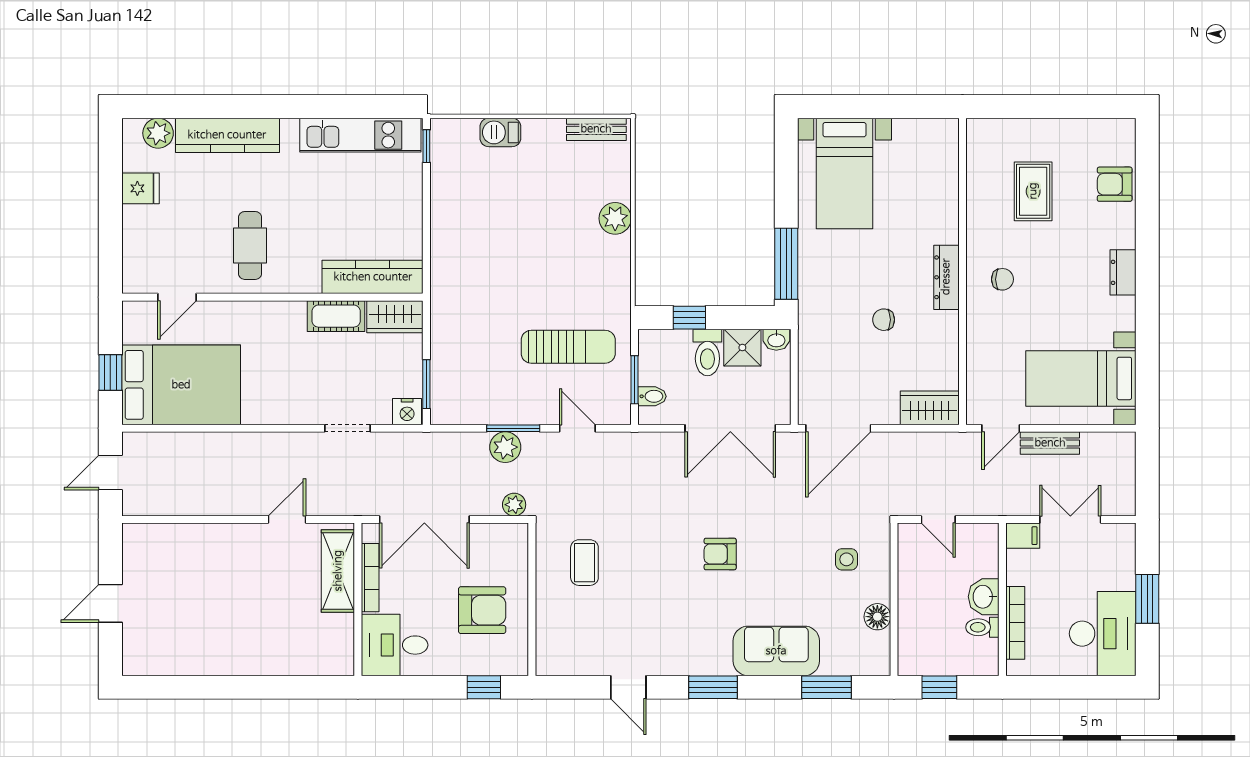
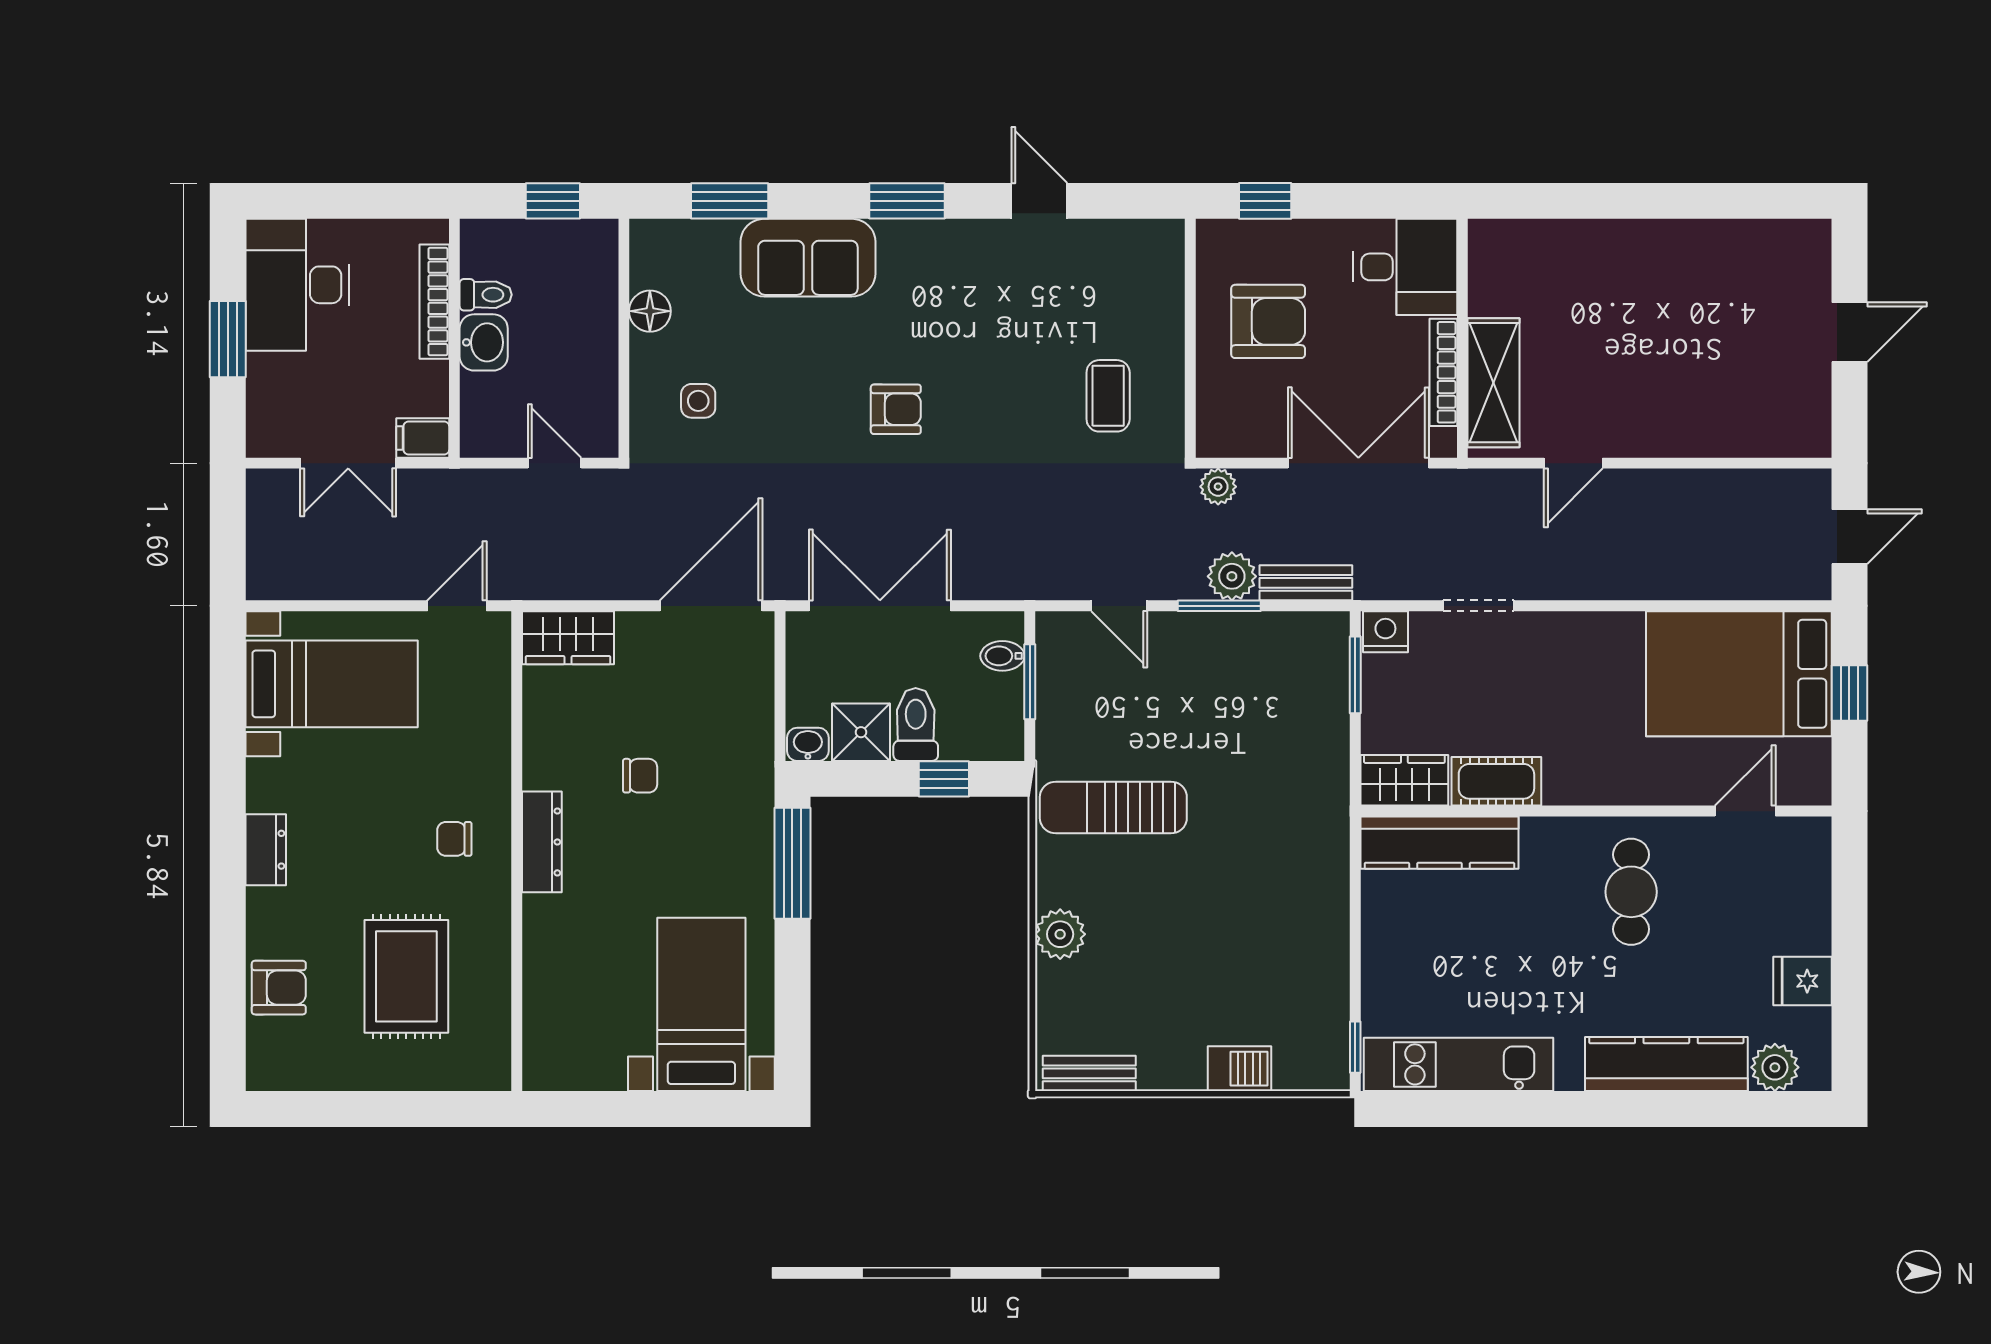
rug: (1033, 191) -> (406, 976), width x1.36, depth x1.43
sun lounger: (568, 347) -> (1113, 808), moved
bench: (1050, 443) -> (1306, 583), moved
armchair: (482, 610) -> (1268, 321), turned 180

